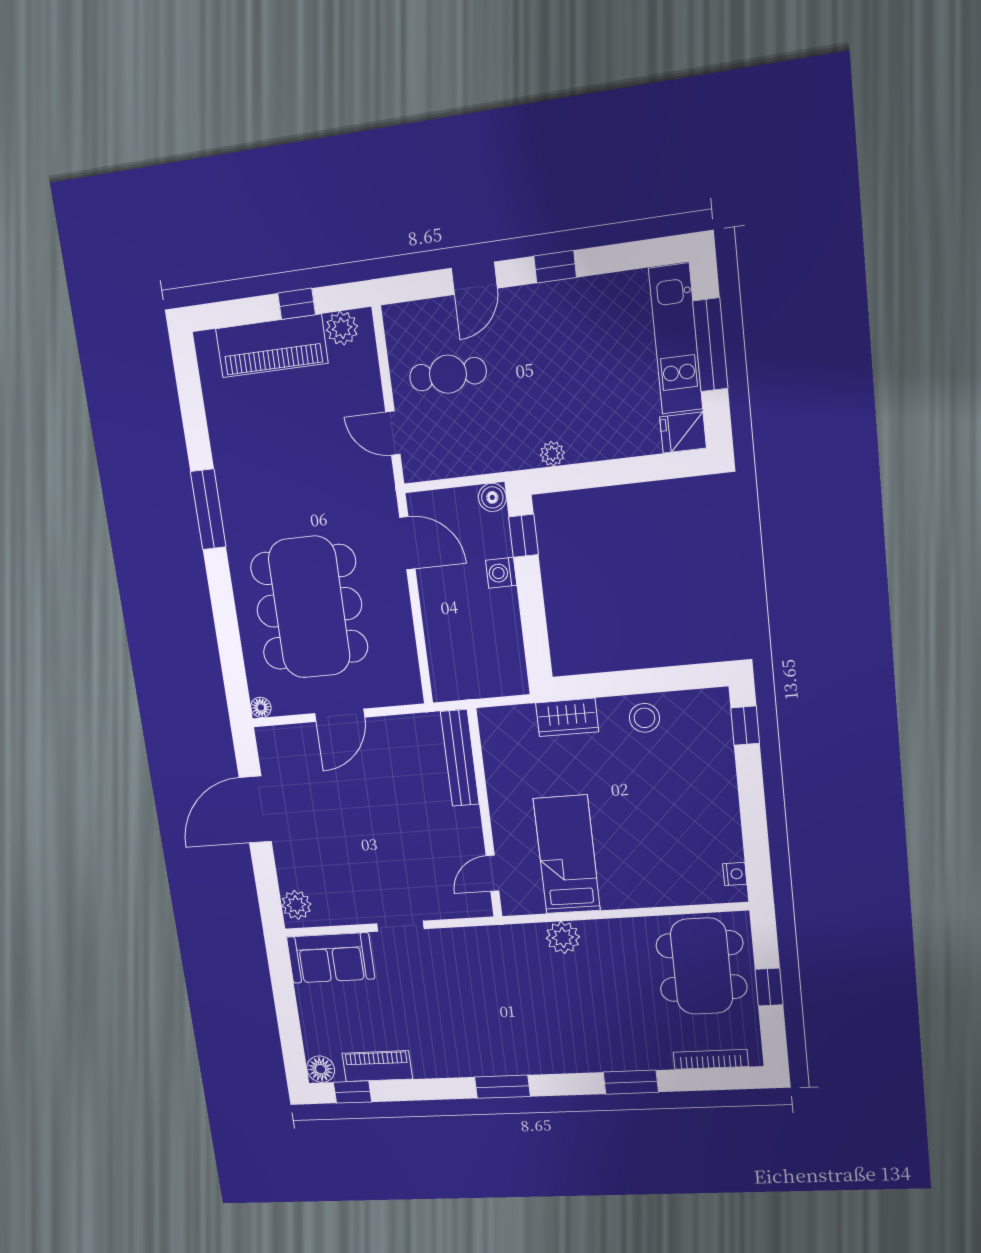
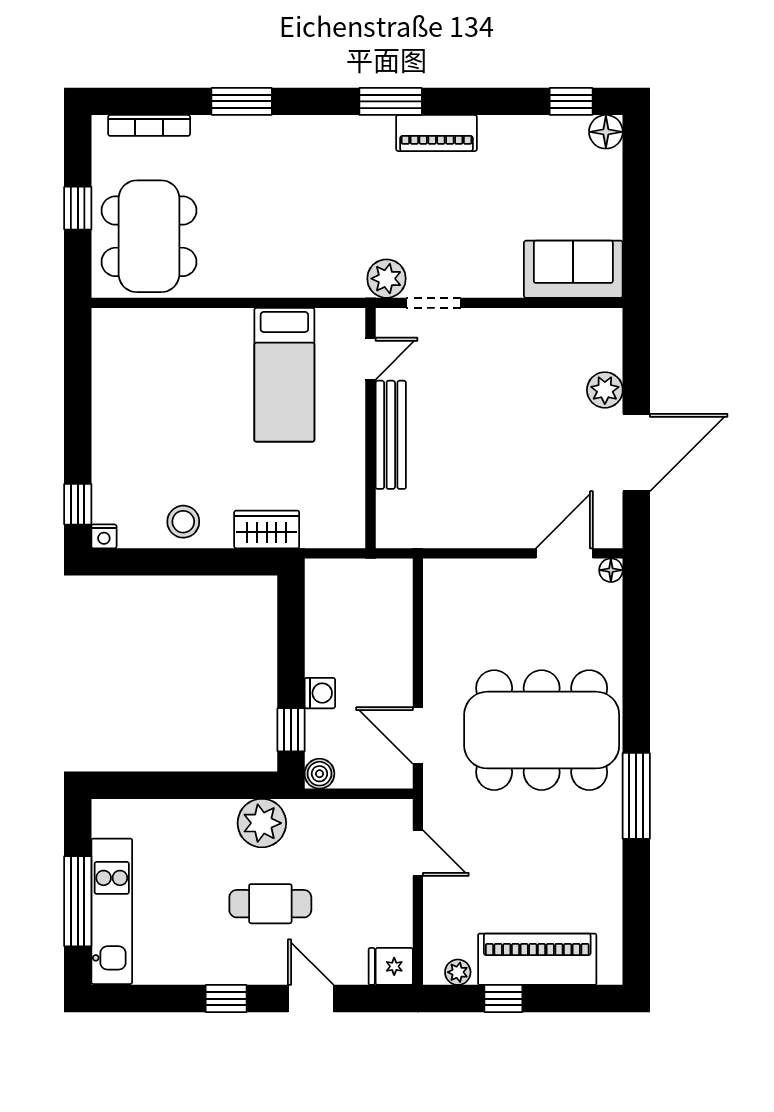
door: (474, 278) -> (311, 999), hinge flipped
plant: (342, 328) -> (458, 972), width x0.73, depth x0.73
cafe table: (448, 374) -> (270, 904), moved
fridge: (683, 433) -> (391, 966), moved, turned 180
plant: (552, 454) -> (262, 823), width x1.88, depth x1.88
dining table: (309, 607) -> (542, 730), moved, turned 90
door: (340, 715) -> (564, 553), moved
bench: (460, 758) -> (391, 435), moved
nightstand: (735, 874) -> (104, 536), moved, turned -90
plant: (296, 905) -> (605, 390), moved
doorway: (400, 926) -> (433, 303), moved
plant: (563, 937) -> (387, 279), moved
piano: (377, 1066) -> (437, 133), moved

